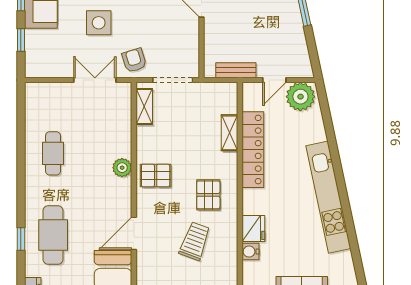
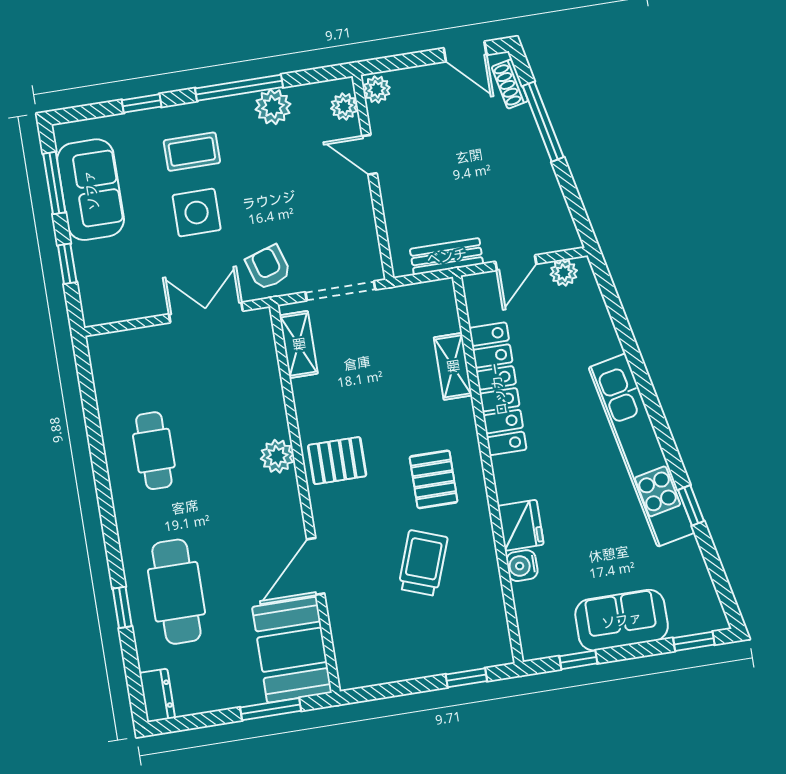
plant: (300, 97) -> (564, 273), width x0.53, depth x0.53
window: (351, 233) -> (691, 505), added

